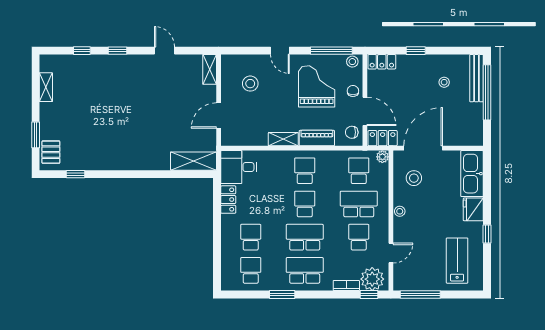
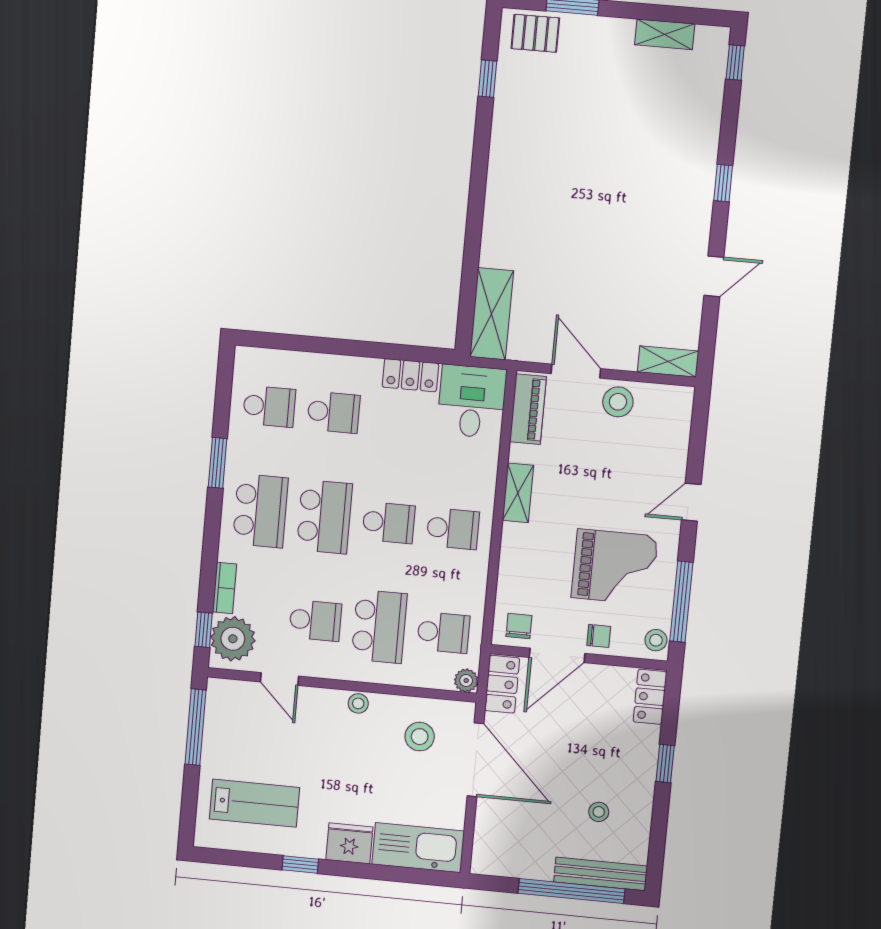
window: (82, 51) -> (735, 63), moved
stool: (250, 84) -> (618, 402), moved
piano: (317, 138) -> (528, 409), moved

